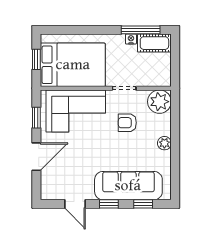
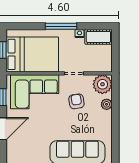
window: (141, 30) -> (61, 26), moved
armchair: (127, 123) -> (76, 101), turned 81
plant: (164, 143) -> (107, 104), moved

